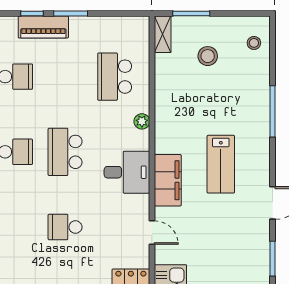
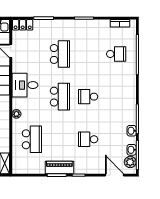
piano: (43, 27) -> (59, 167), moved
school desk: (65, 227) -> (60, 54), width x1.85

